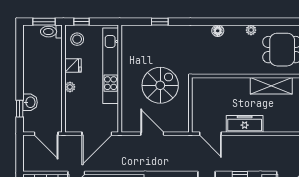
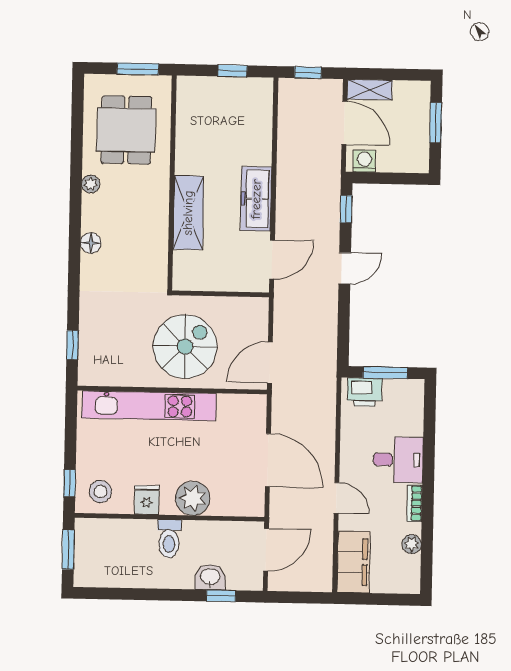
toilet: (51, 32) -> (169, 539), moved
kitchen unit: (111, 66) -> (149, 406), moved
wall: (120, 79) -> (172, 390), moved
spiral stairs: (160, 85) -> (185, 347), turned 90
shelving: (271, 86) -> (188, 213), moved
plant: (70, 87) -> (193, 498), width x1.88, depth x1.88

